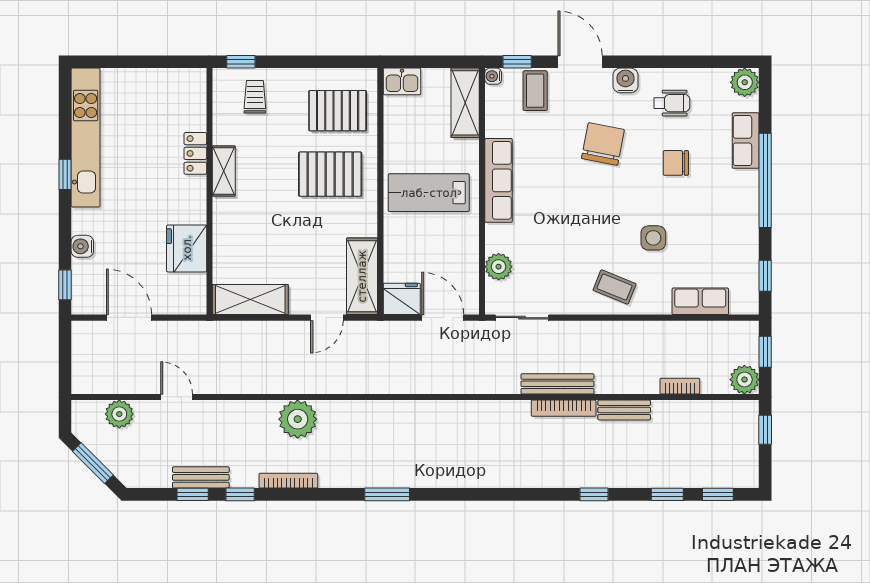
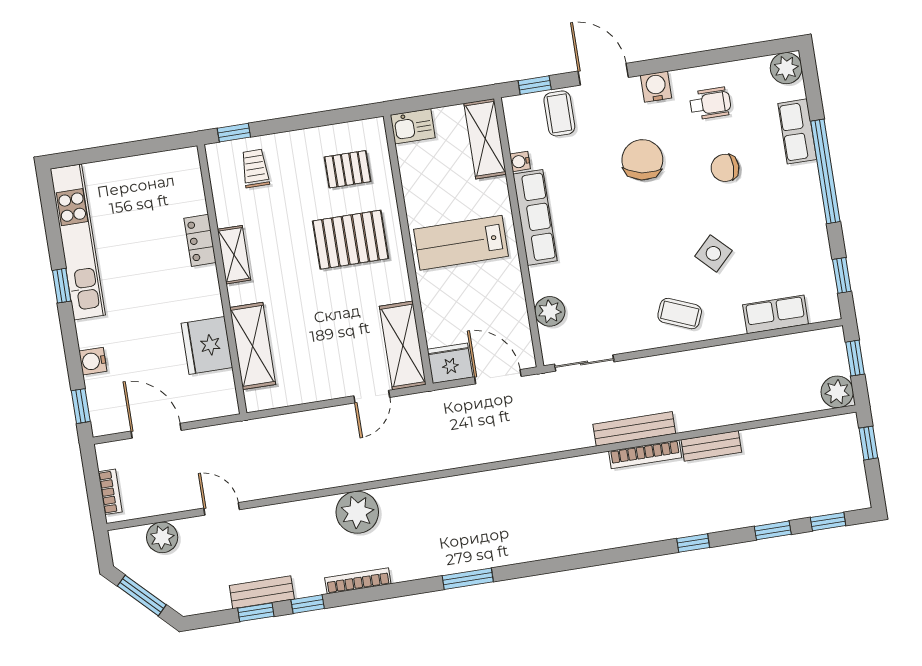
water cooler: (493, 76) -> (520, 161), moved
pallet: (338, 111) -> (348, 169), width x0.67, depth x0.71
side table: (653, 238) -> (713, 253), turned 45
shelving: (250, 300) -> (253, 346), moved, turned 90
bookcase: (680, 386) -> (110, 492), moved, turned 90

